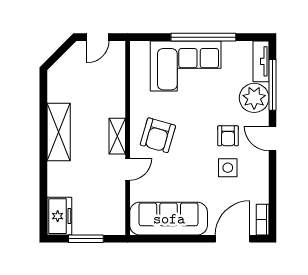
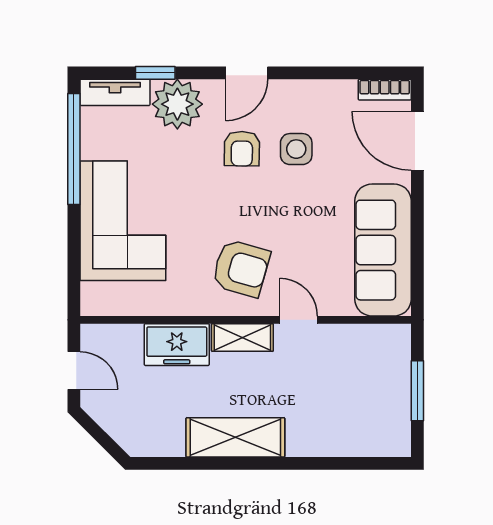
window: (203, 37) -> (74, 149), moved
window: (272, 85) -> (155, 73), width x0.46
armchair: (228, 136) -> (242, 149), turned 91
freezer: (59, 216) -> (177, 345), moved, turned 180

